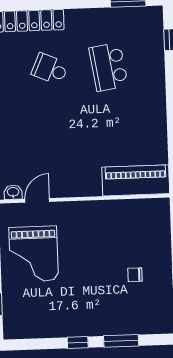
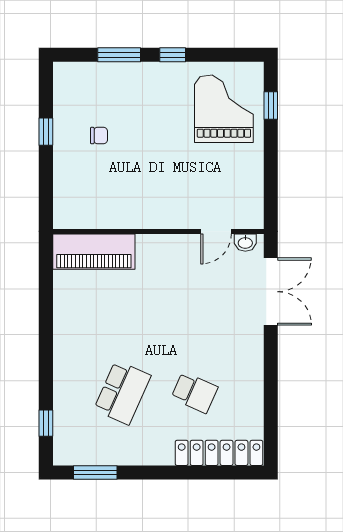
school desk: (108, 67) -> (122, 392), turned 33
grand piano: (34, 254) -> (224, 109), moved

